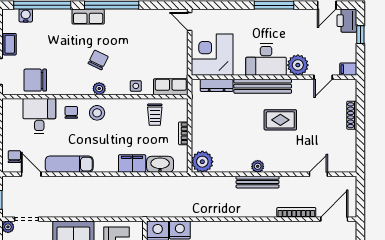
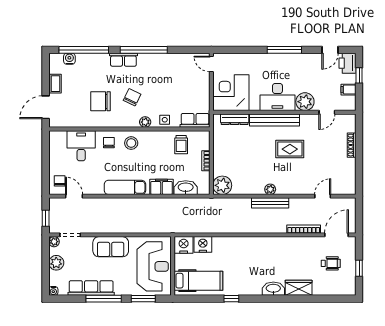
filing cabinet: (348, 69) -> (349, 90), moved
chair: (35, 80) -> (100, 101), moved
plant: (99, 89) -> (145, 122), moved
exam couch: (69, 164) -> (125, 187), moved

